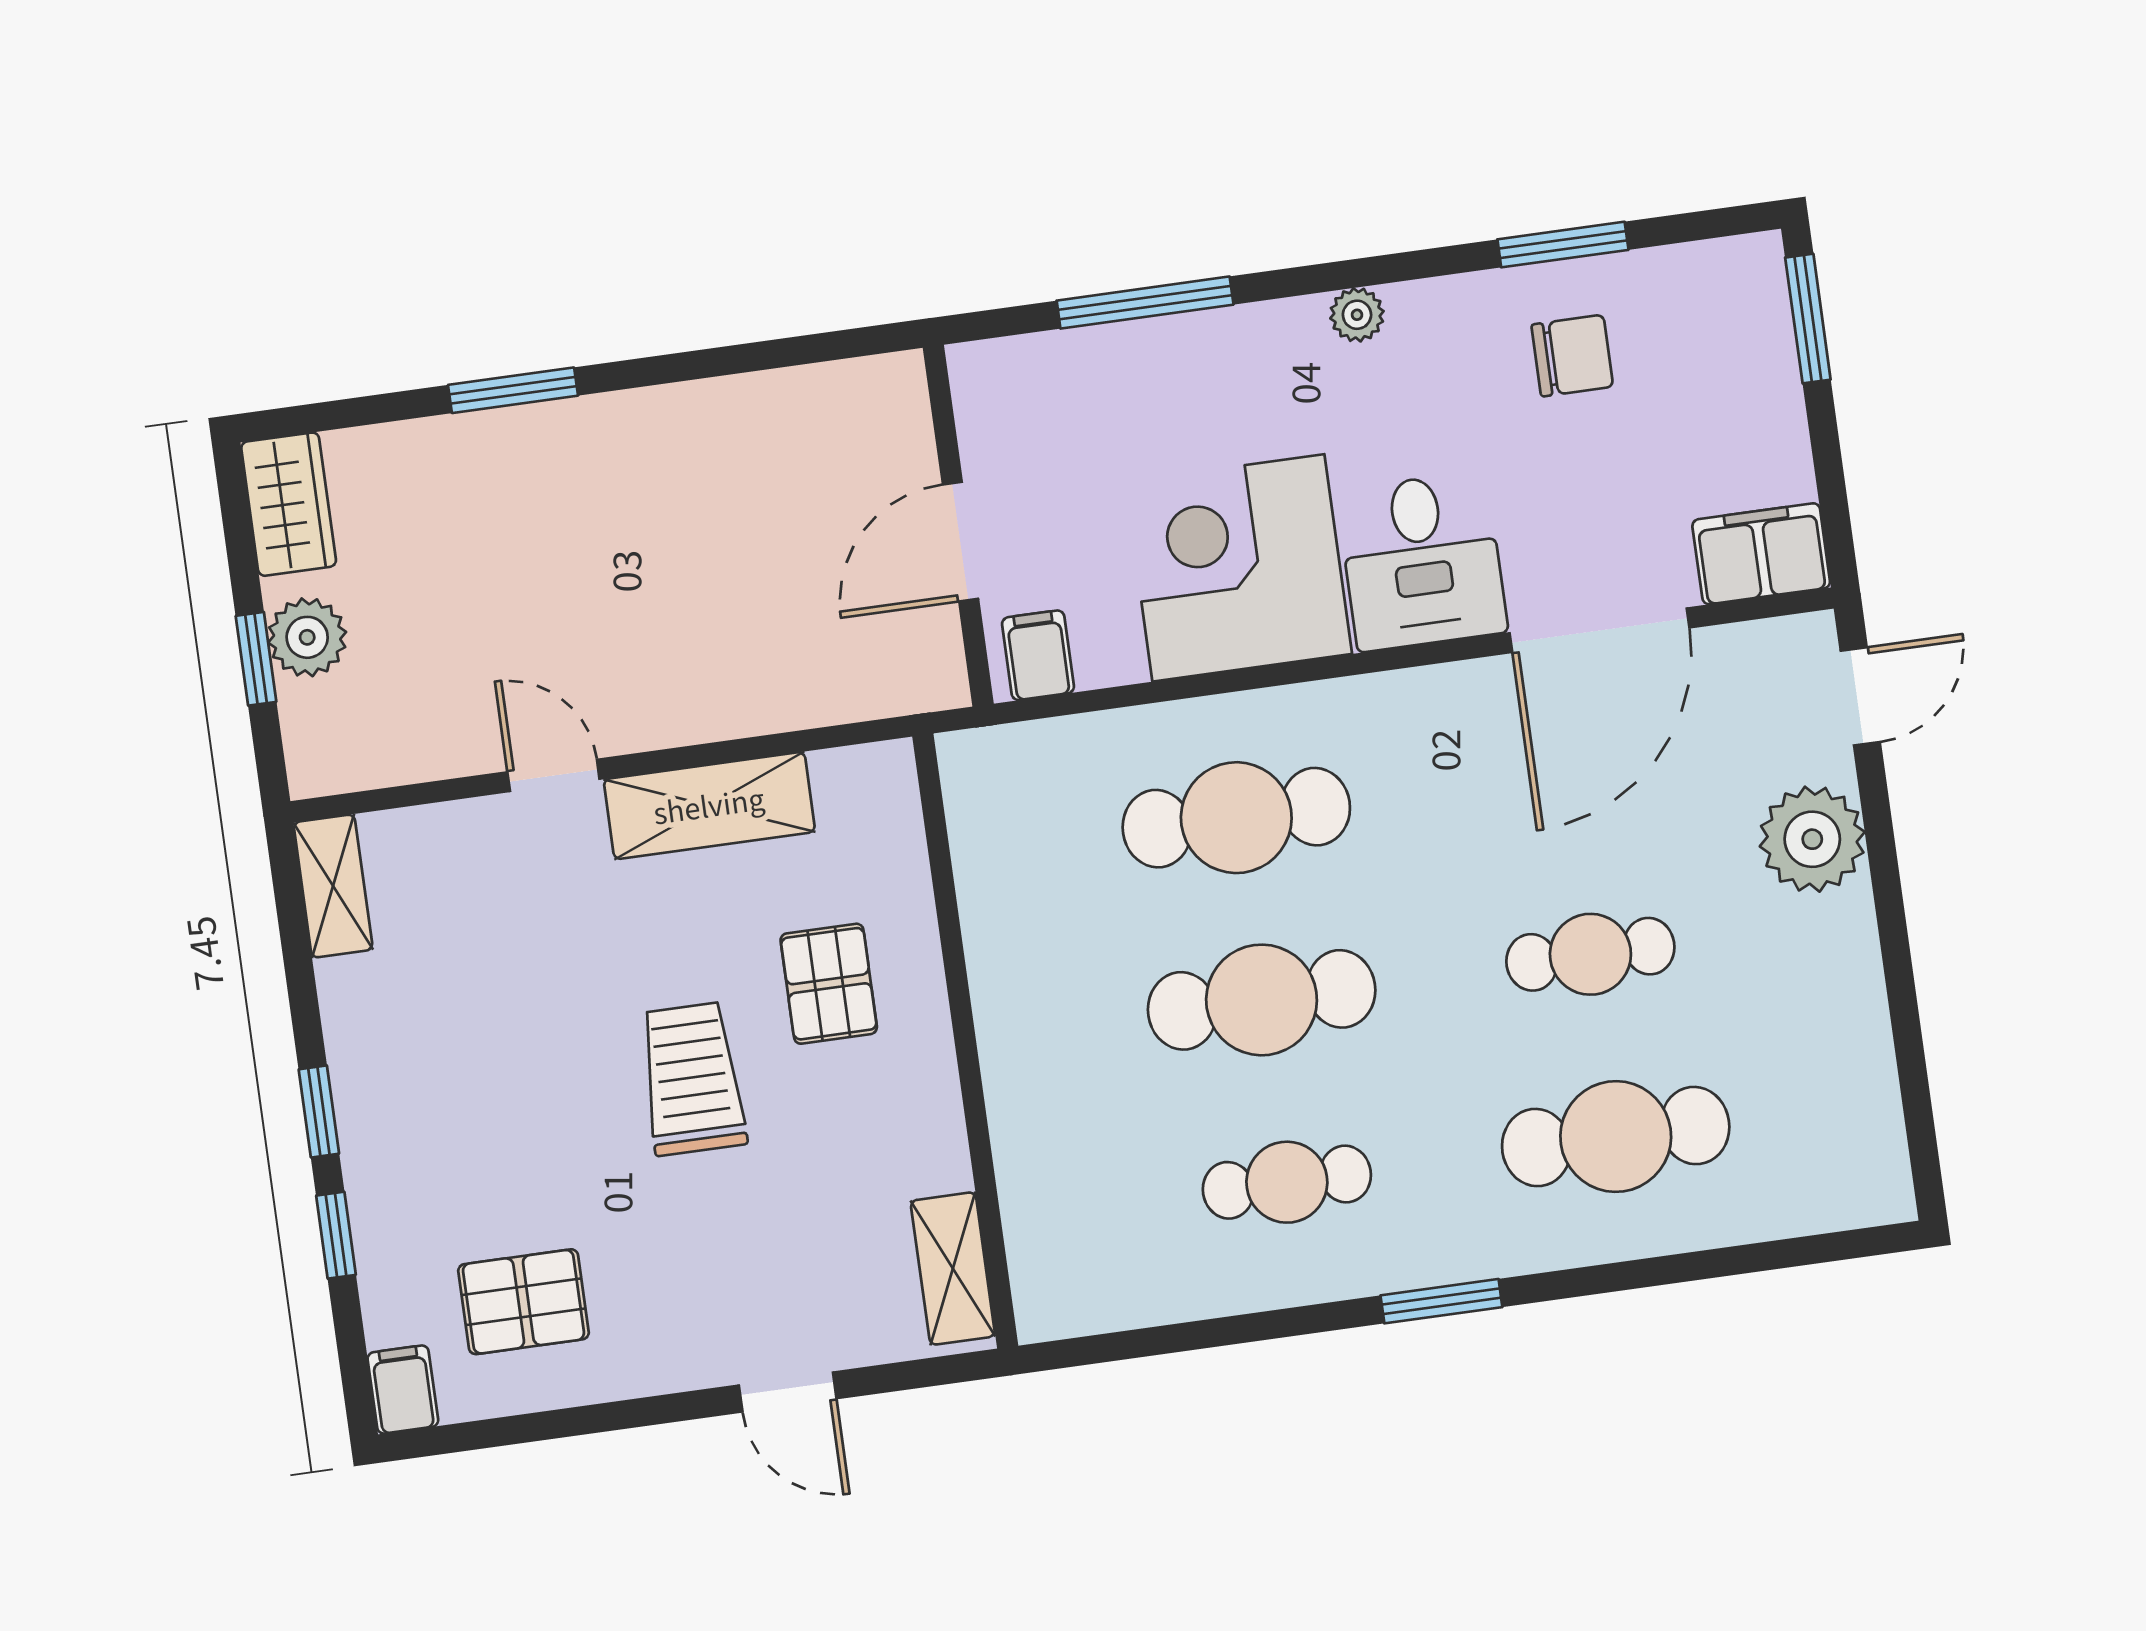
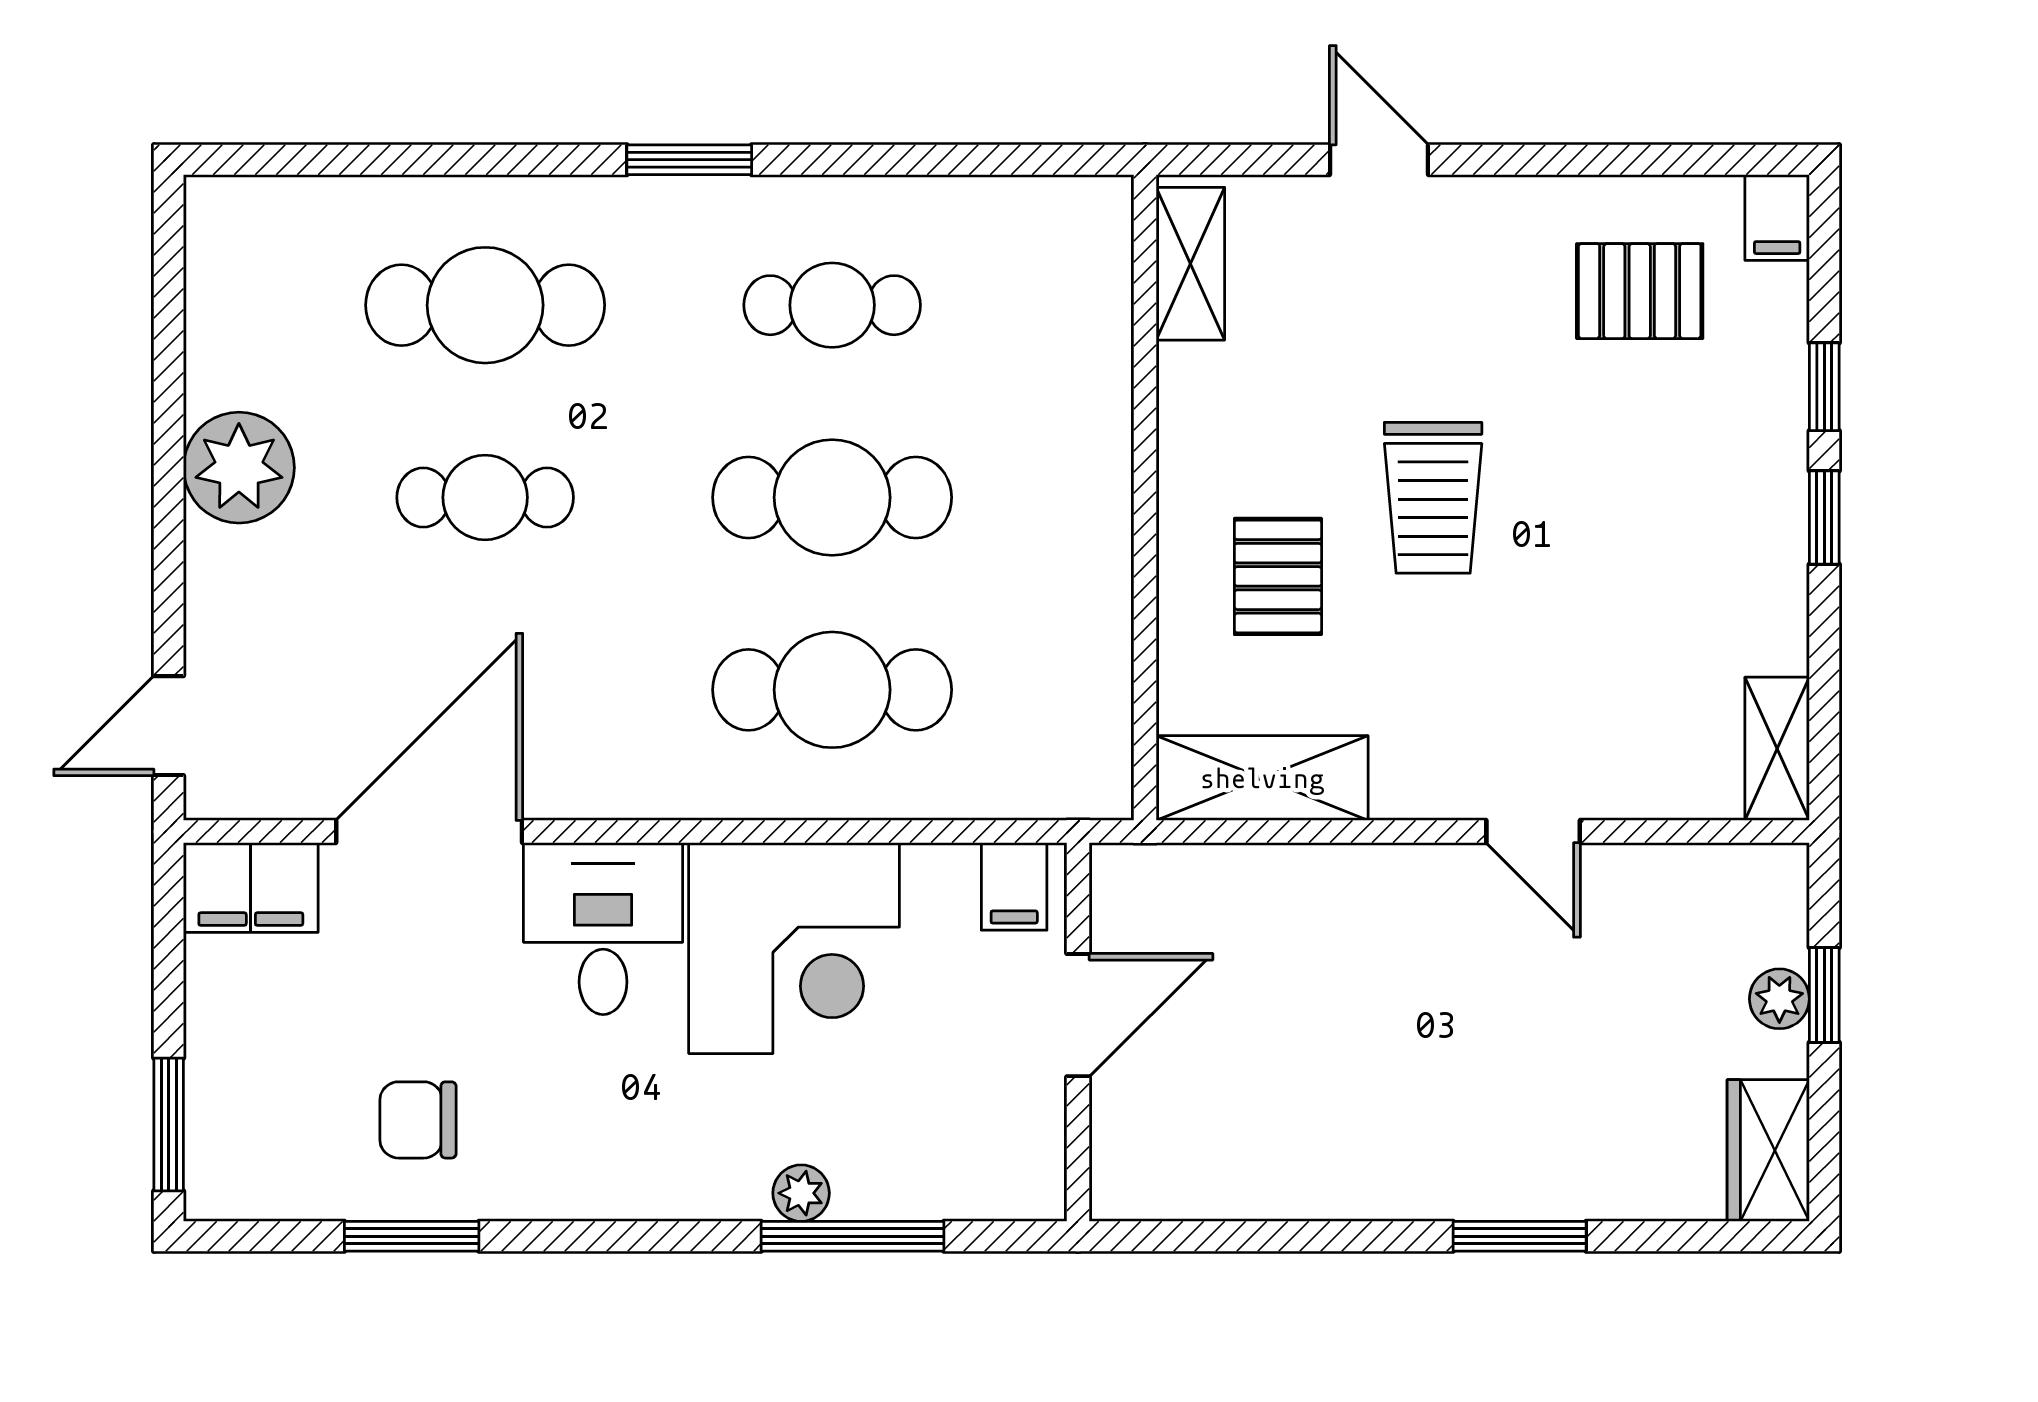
plant: (1357, 315) -> (801, 1193), moved
plant: (307, 637) -> (1779, 999), width x0.73, depth x0.73
shelving: (709, 806) -> (1262, 778), moved
plant: (1812, 839) -> (239, 468), moved

